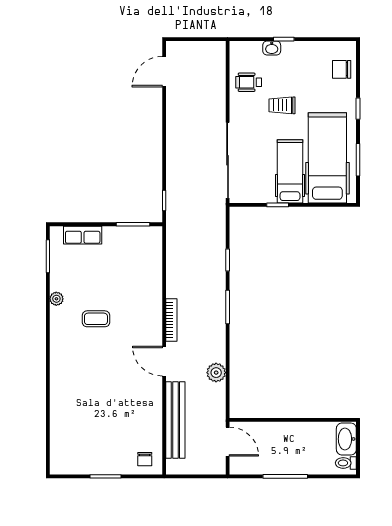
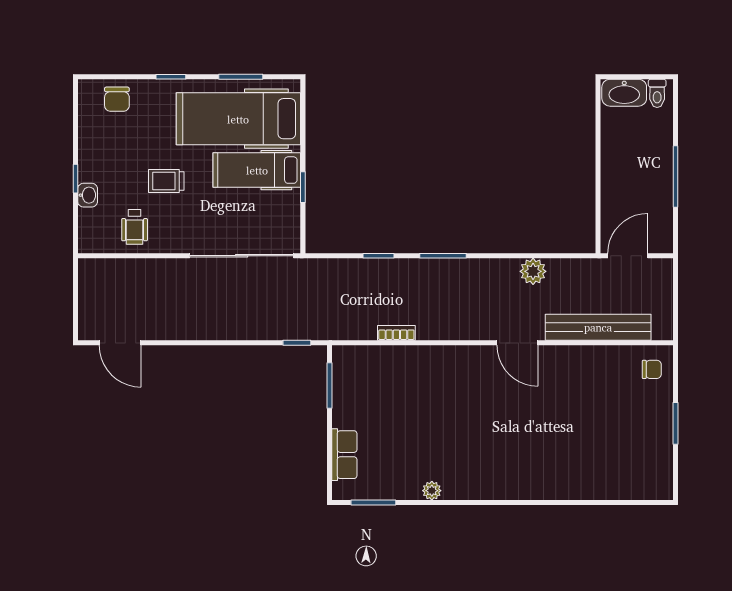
trolley: (282, 105) -> (166, 181), turned 90
coffee table: (96, 319) -> (459, 436), removed
bookcase: (171, 320) -> (396, 333), moved, width x0.64
door: (164, 361) -> (517, 343), hinge flipped

